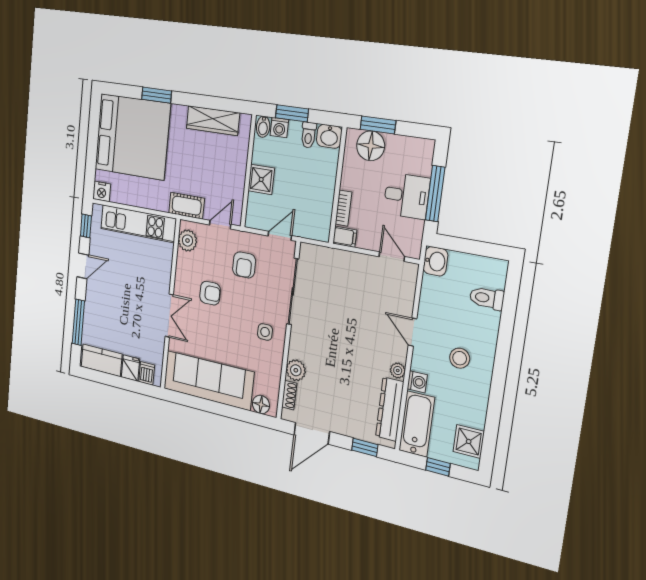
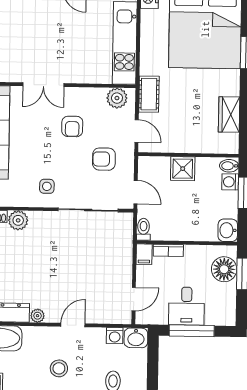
wardrobe: (213, 121) -> (229, 115), width x0.67
toilet: (309, 135) -> (143, 229), moved, turned 90
washing machine: (417, 382) -> (115, 336), moved

